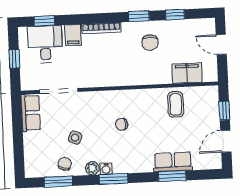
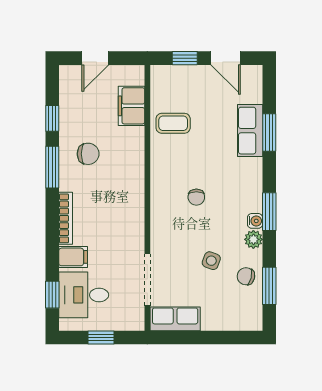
window: (139, 16) -> (52, 167), width x1.50

